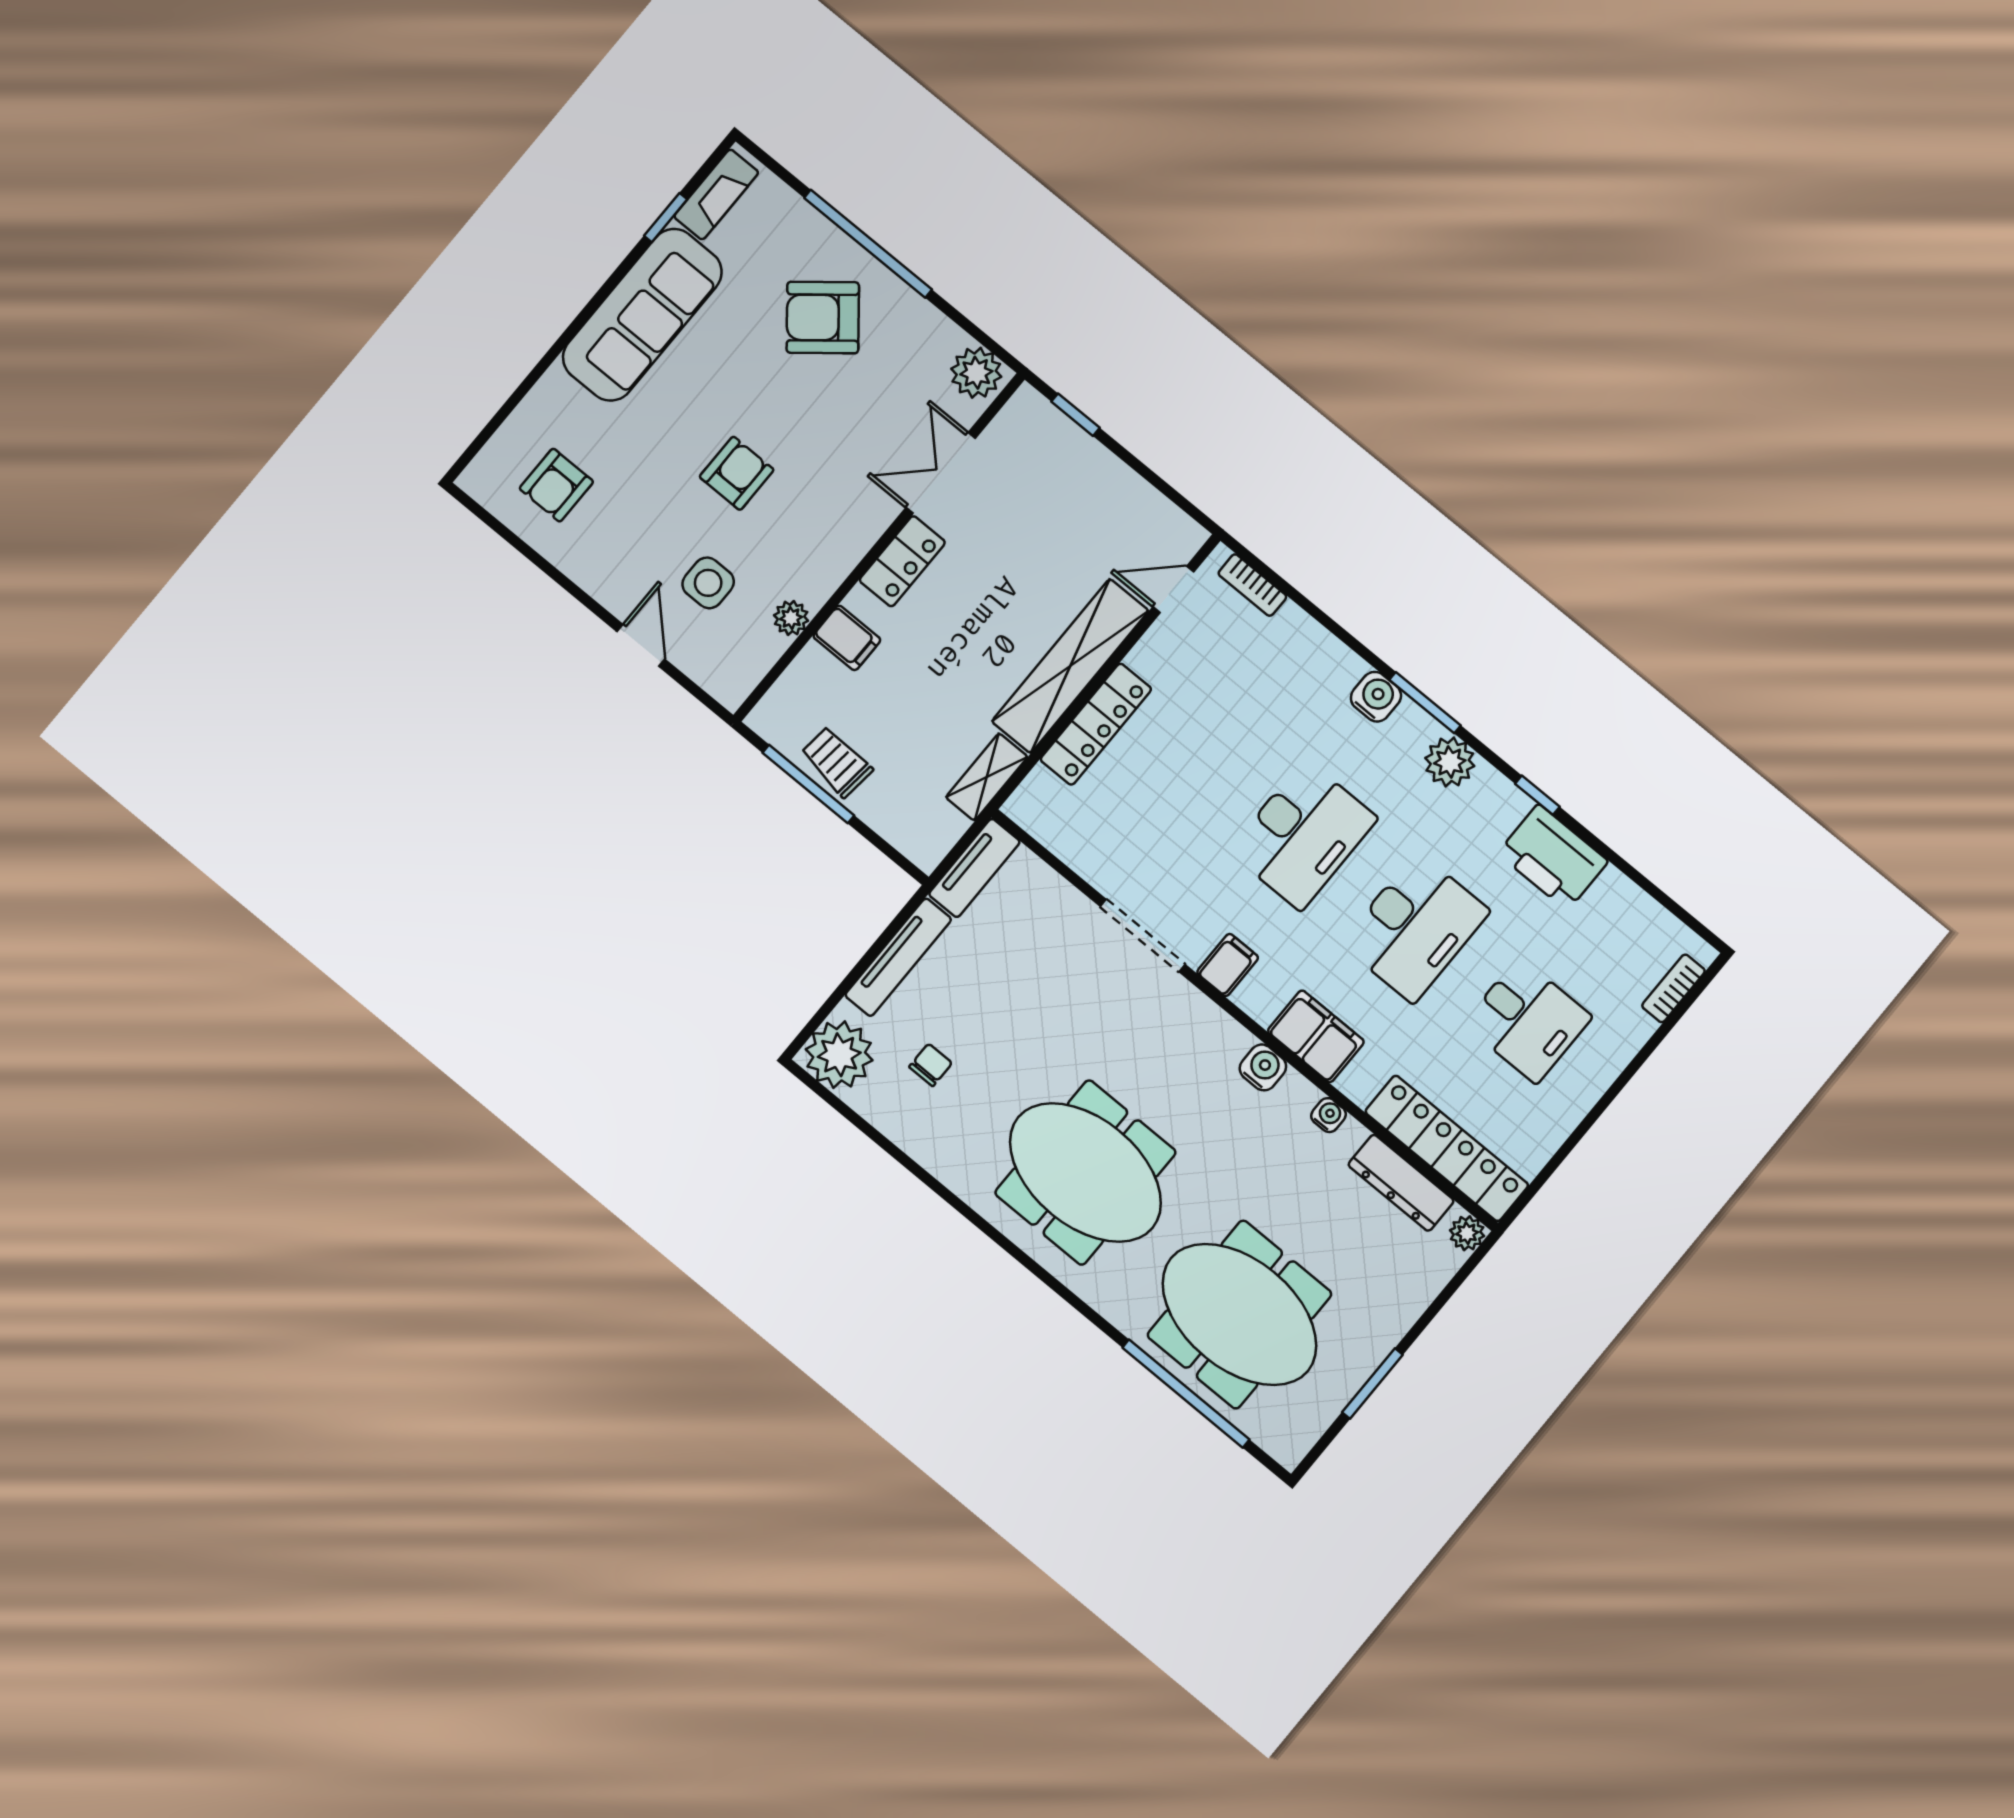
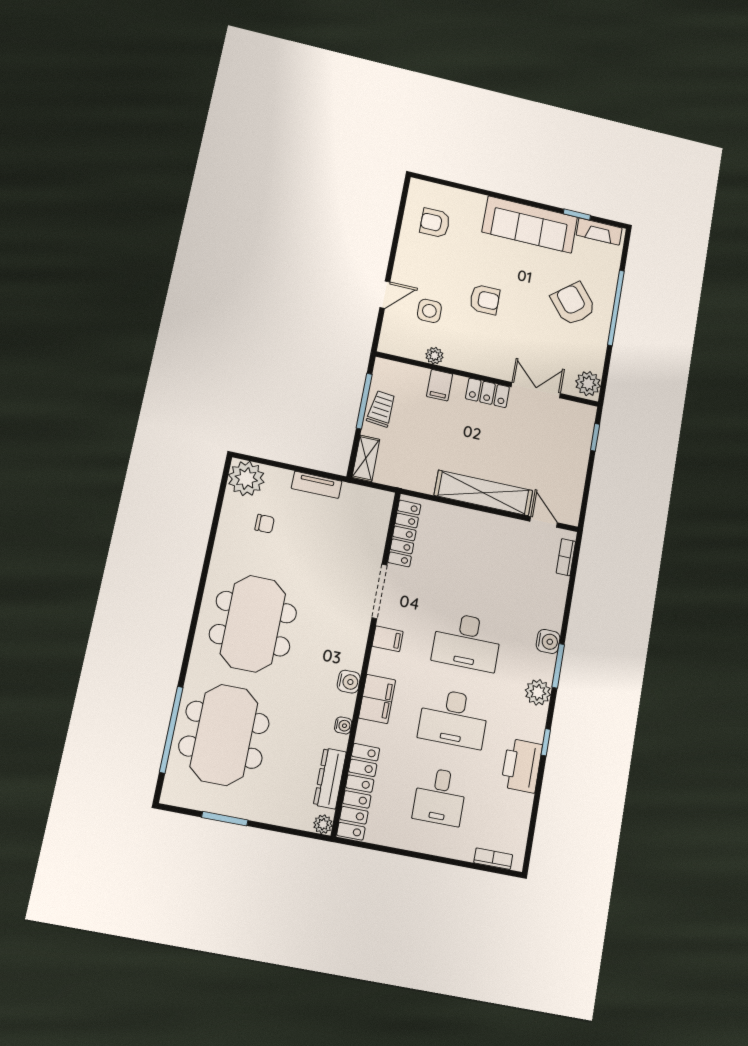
locker: (1096, 724) -> (404, 533), moved, turned -90
shelving: (987, 777) -> (366, 458), moved, turned 90
tv unit: (974, 868) -> (368, 497), removed
tv unit: (898, 957) -> (317, 485), width x0.71

